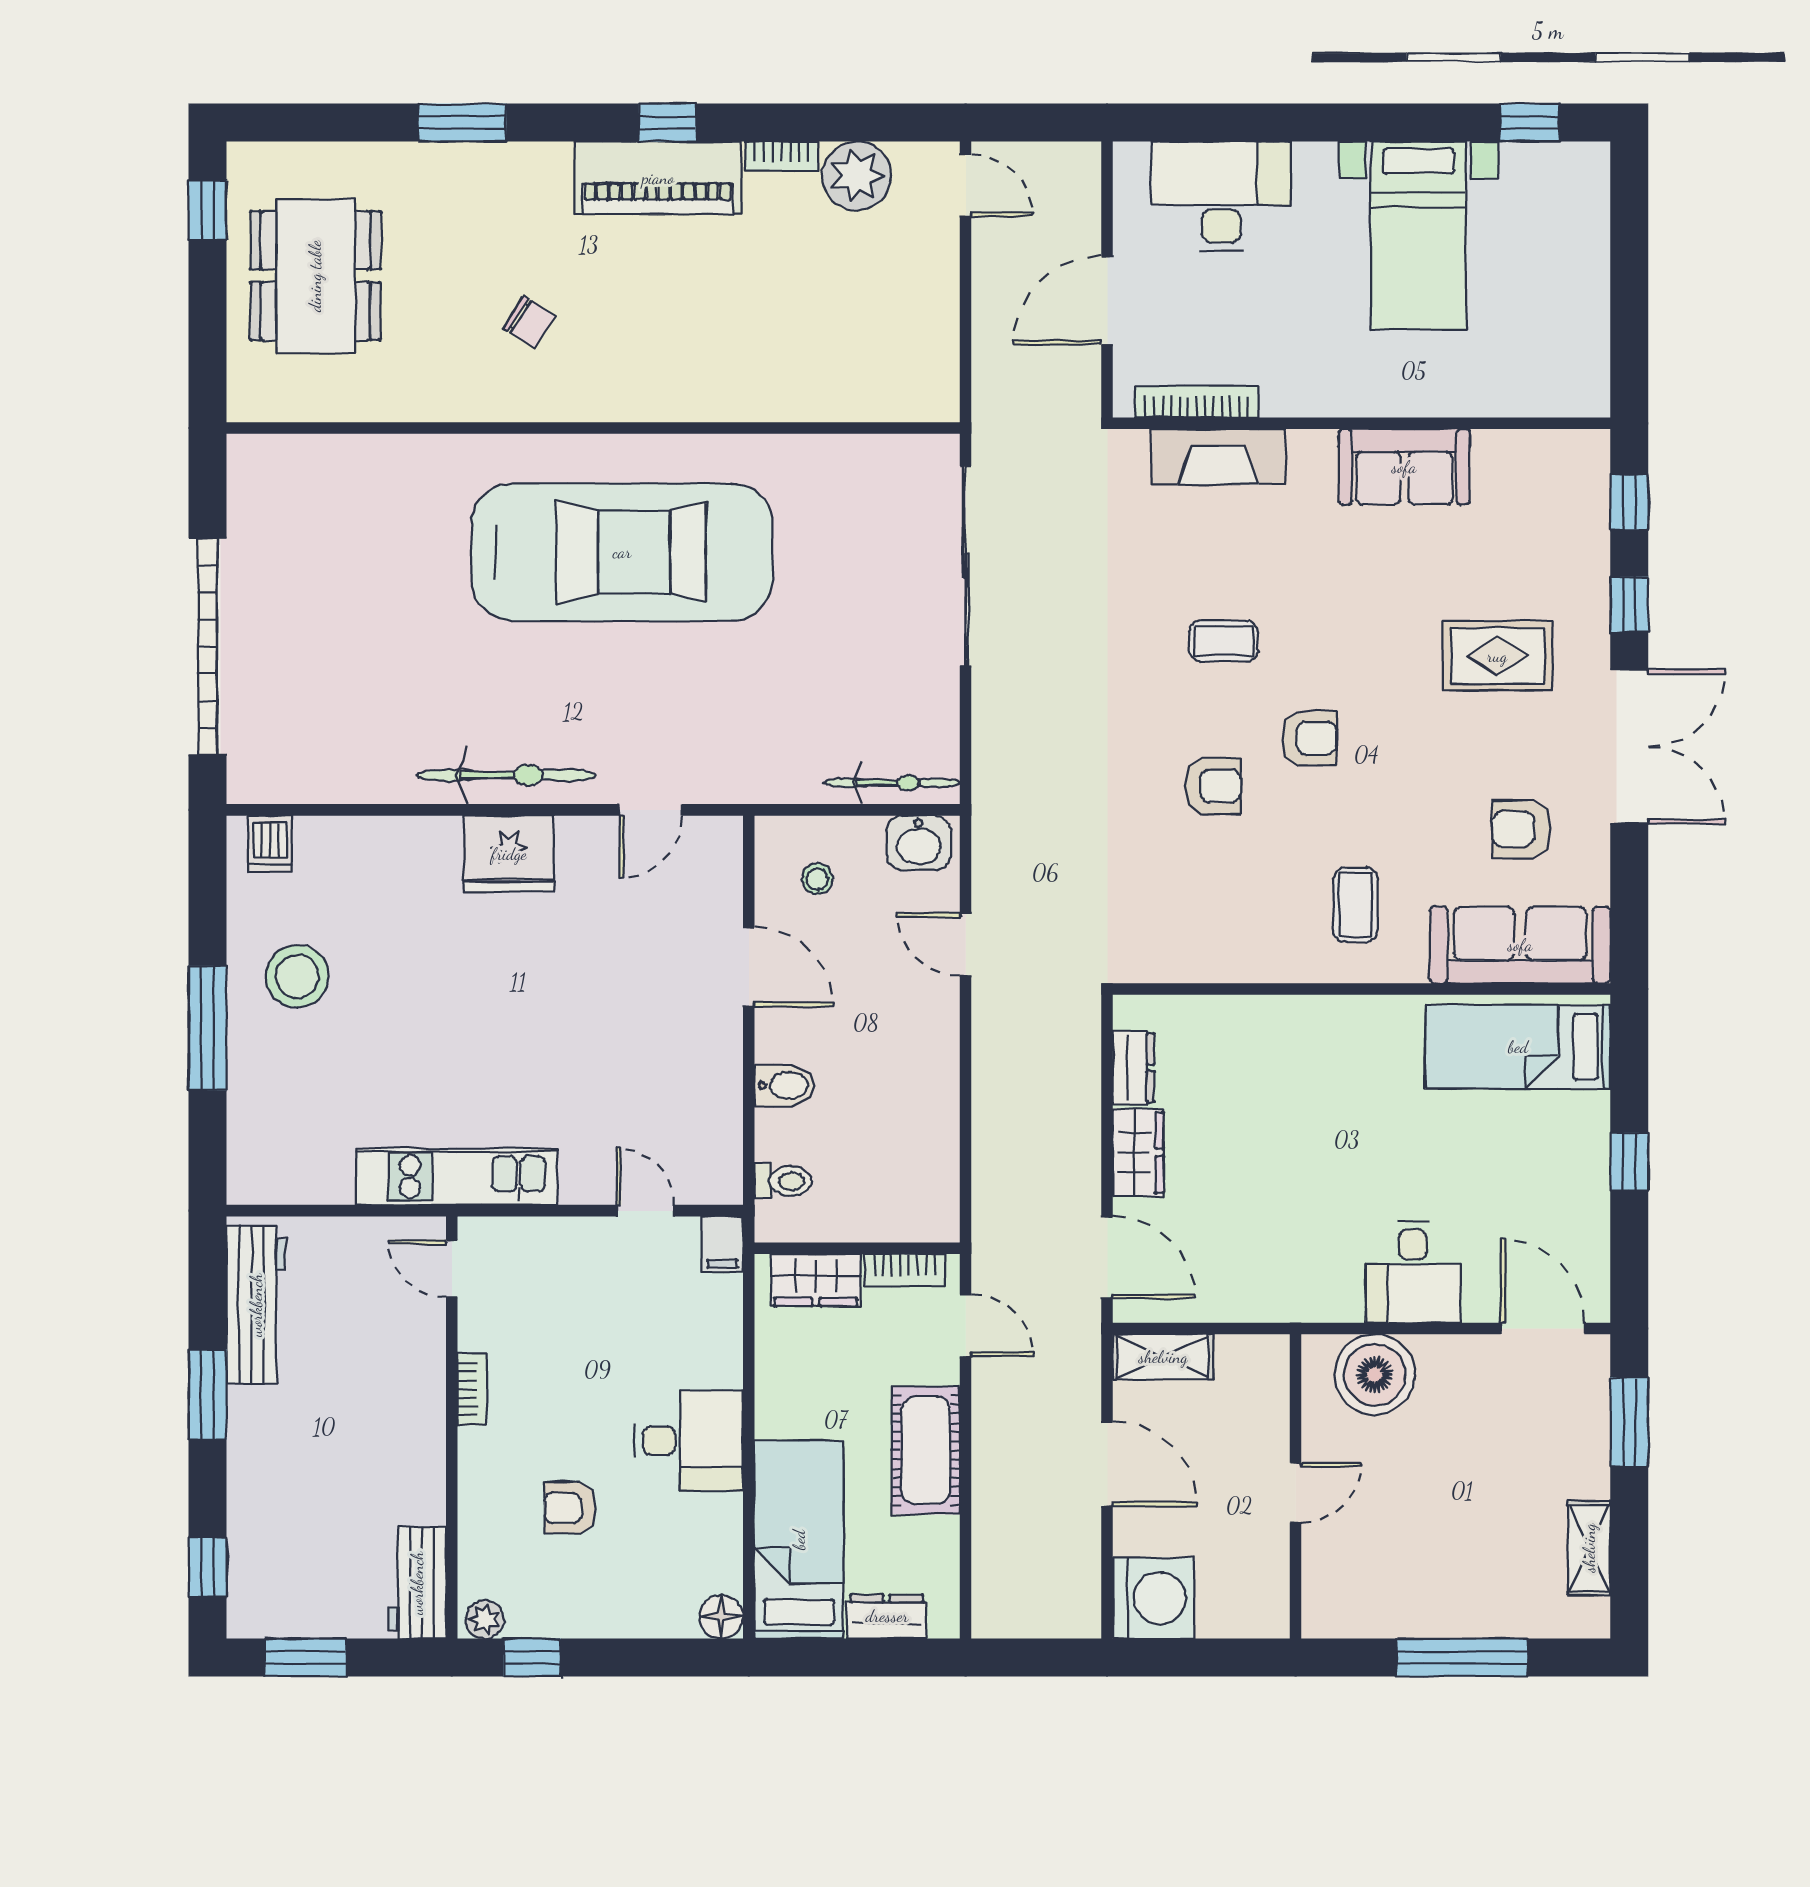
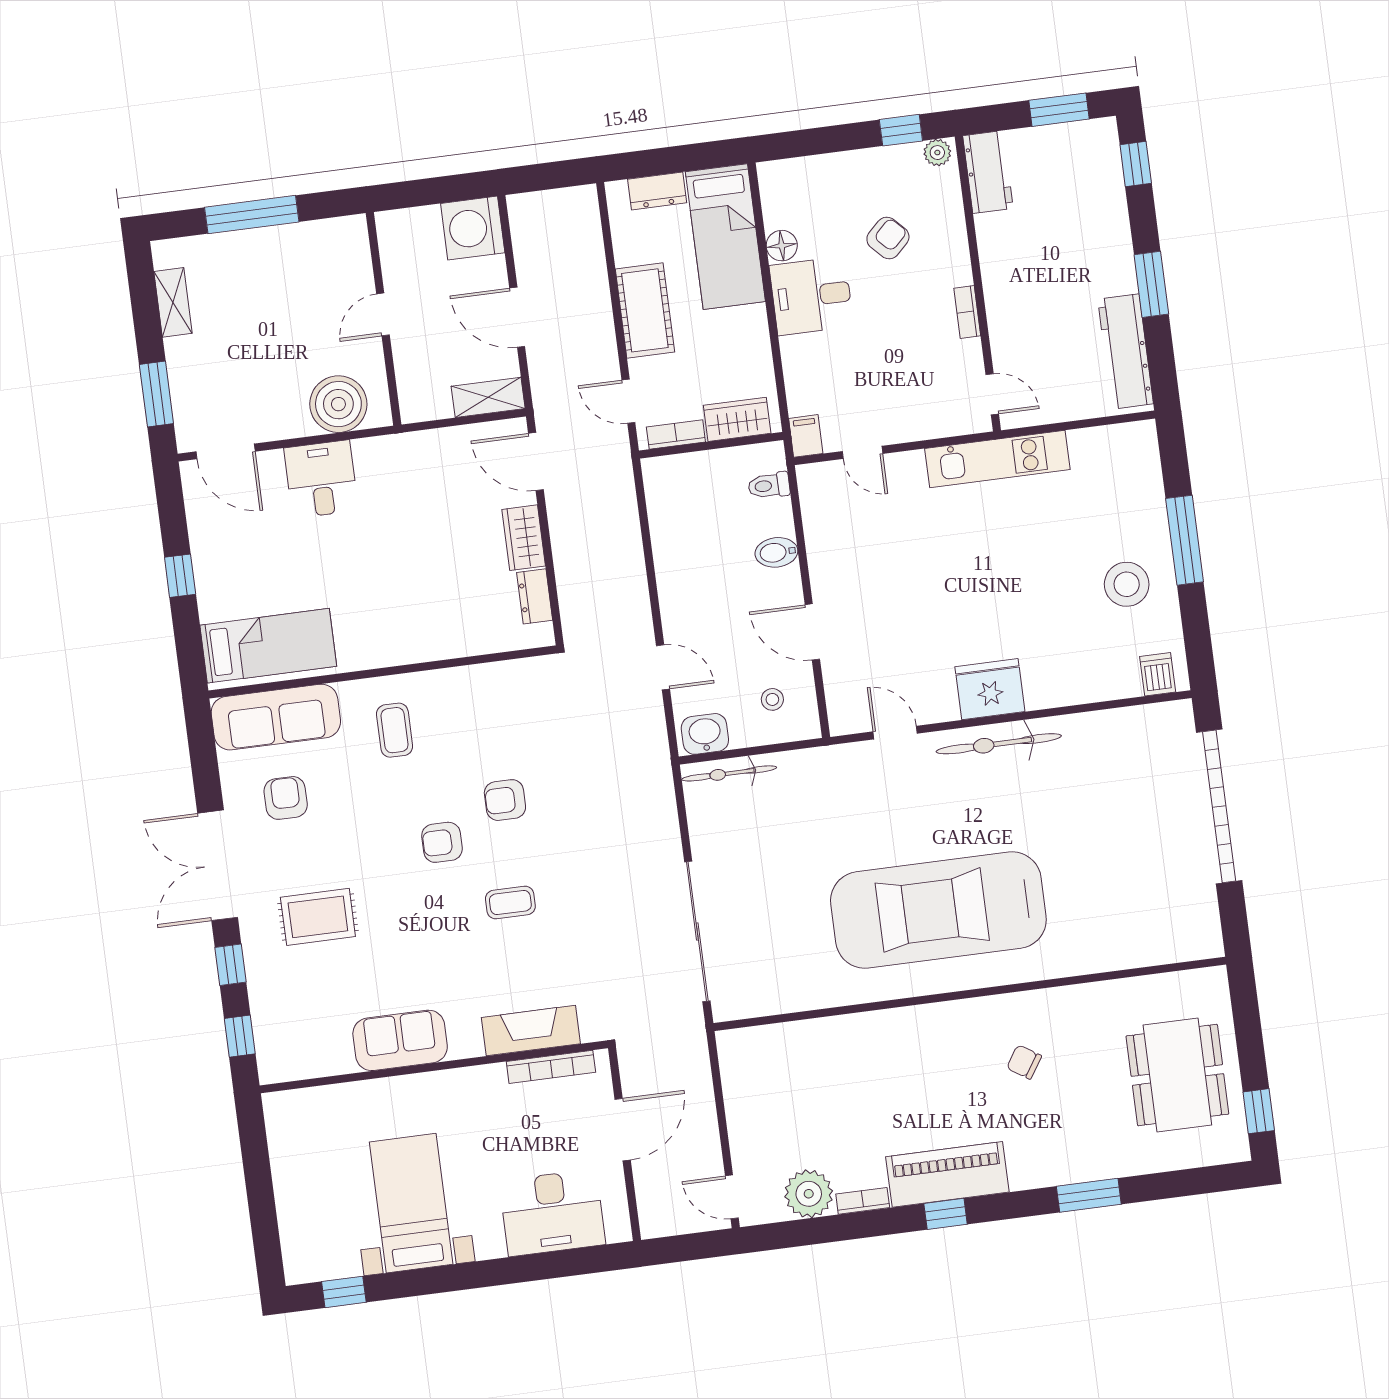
door: (651, 810) -> (895, 733), hinge flipped
armchair: (1521, 829) -> (286, 798), turned -90
armchair: (570, 1508) -> (888, 238), turned -44
floor lamp: (721, 1617) -> (782, 246), moved

